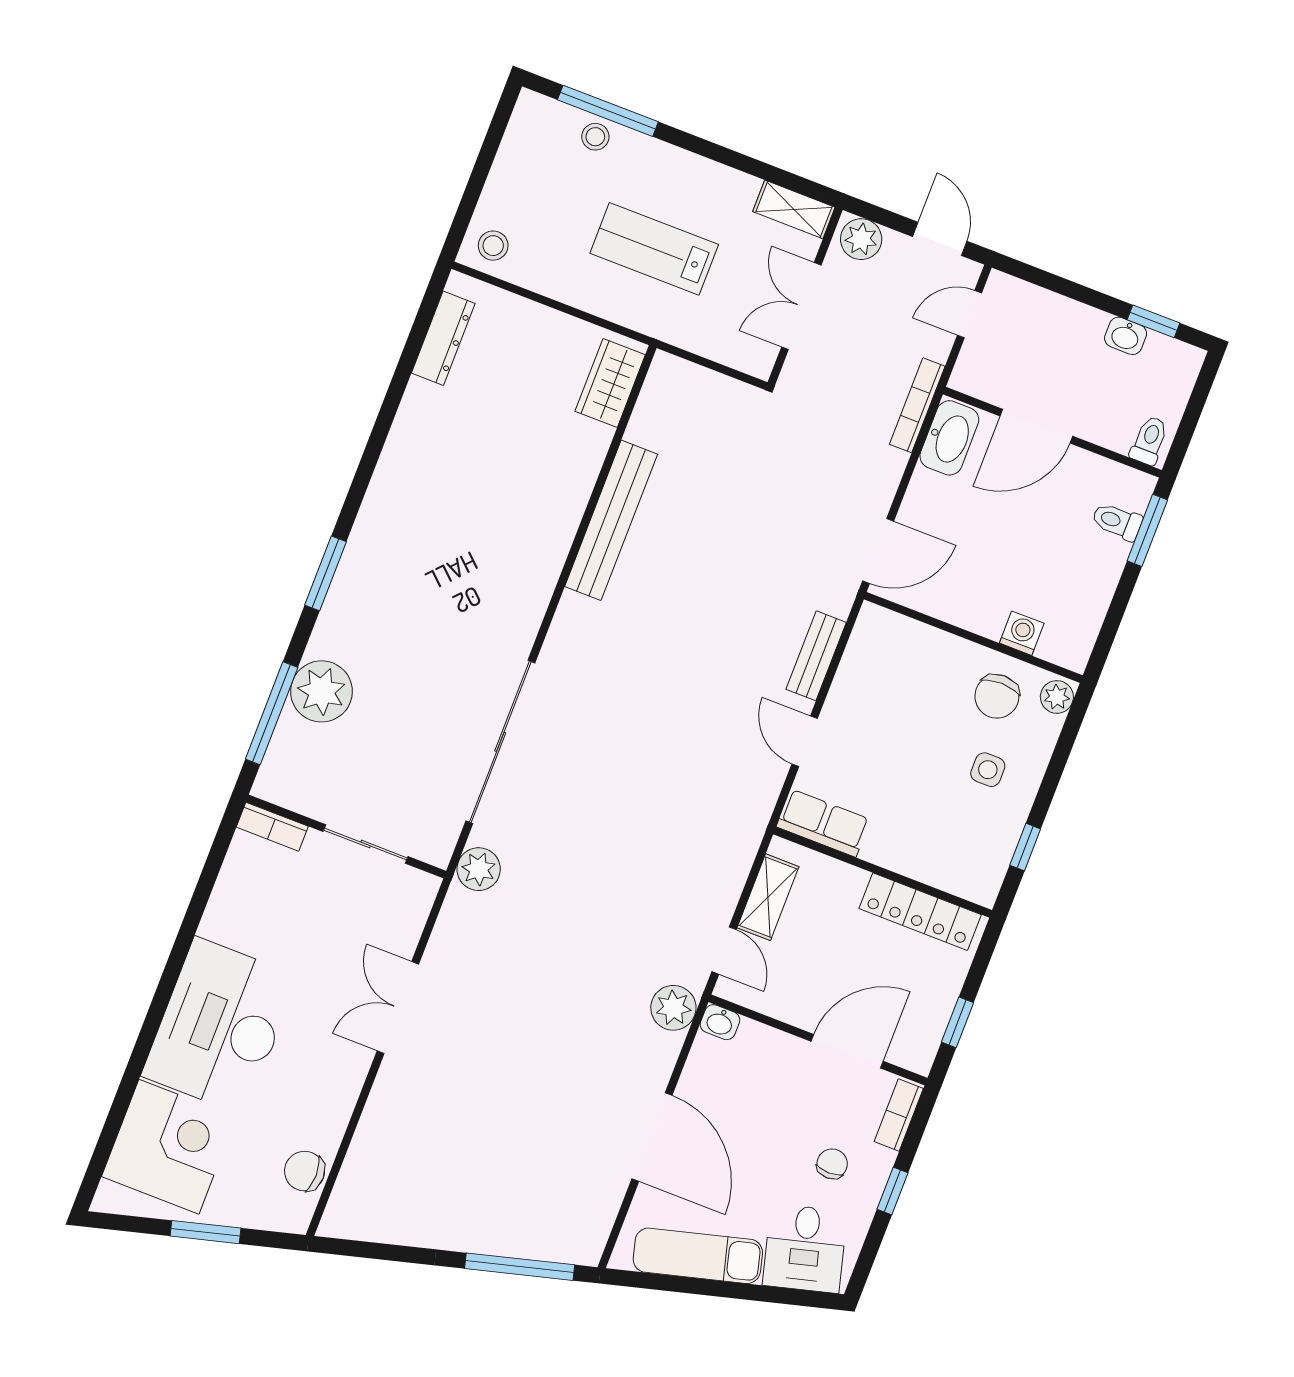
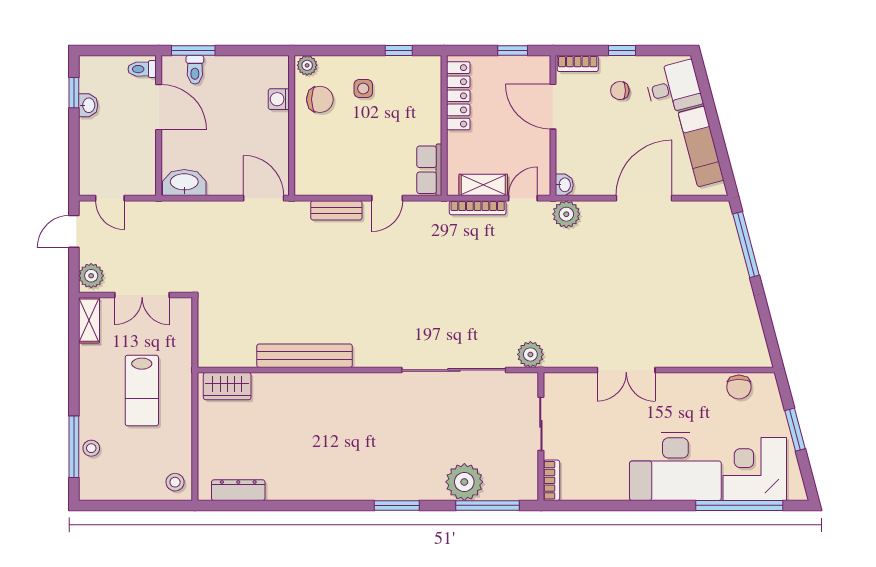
bookcase: (917, 405) -> (478, 208), moved
door: (1036, 426) -> (159, 107), moved
window: (122, 1101) -> (739, 505), added

